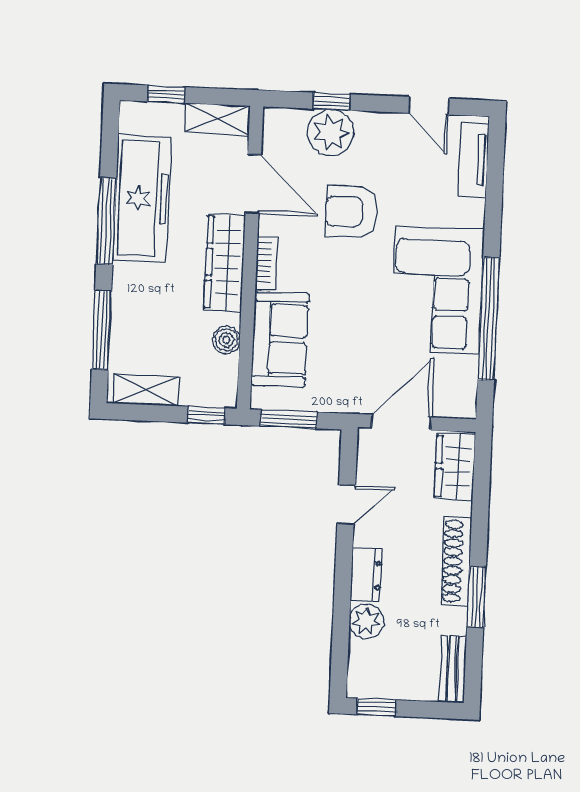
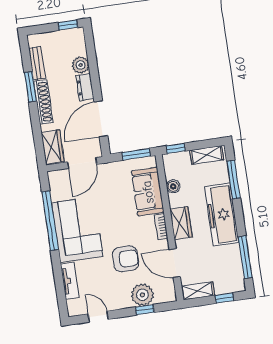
tv unit: (473, 159) -> (70, 281), moved
freezer: (142, 198) -> (222, 215), moved
window: (106, 221) -> (245, 257), moved
wardrobe: (225, 262) -> (181, 223), width x0.67
door: (346, 504) -> (101, 119), width x1.87
bench: (453, 669) -> (37, 63), moved

